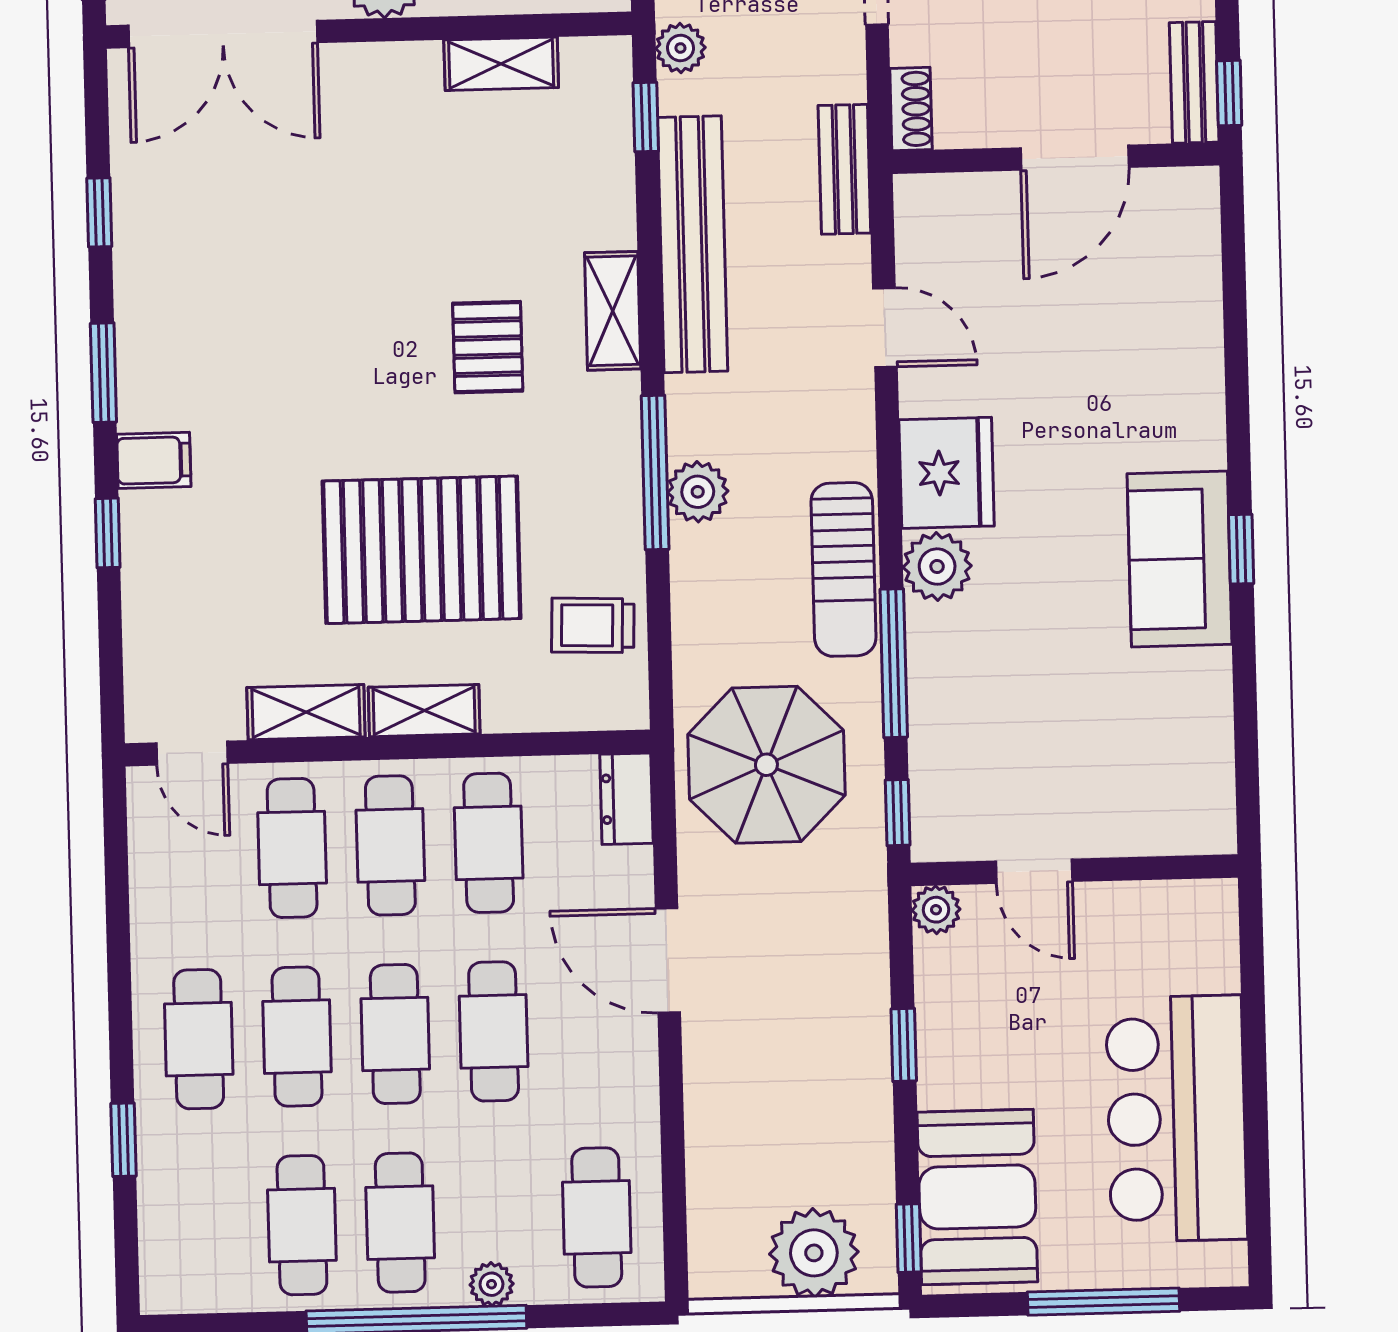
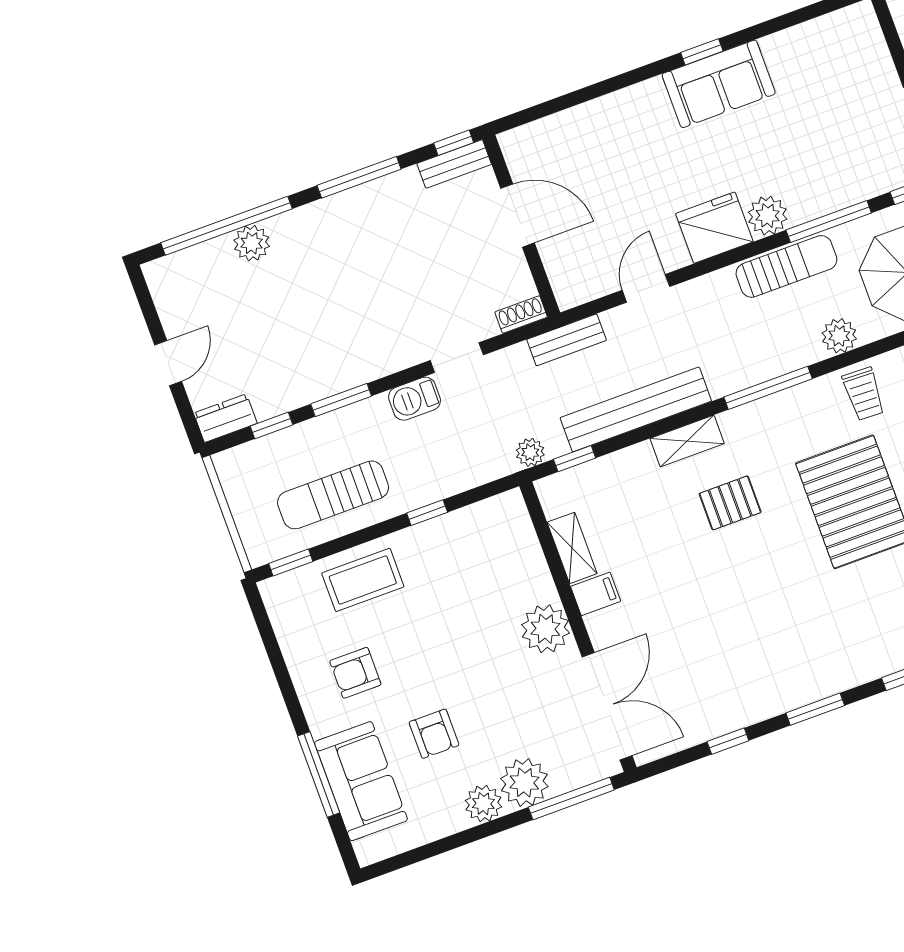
filing cabinet: (154, 460) -> (596, 594), moved, turned 90
plant: (698, 492) -> (839, 336), moved

